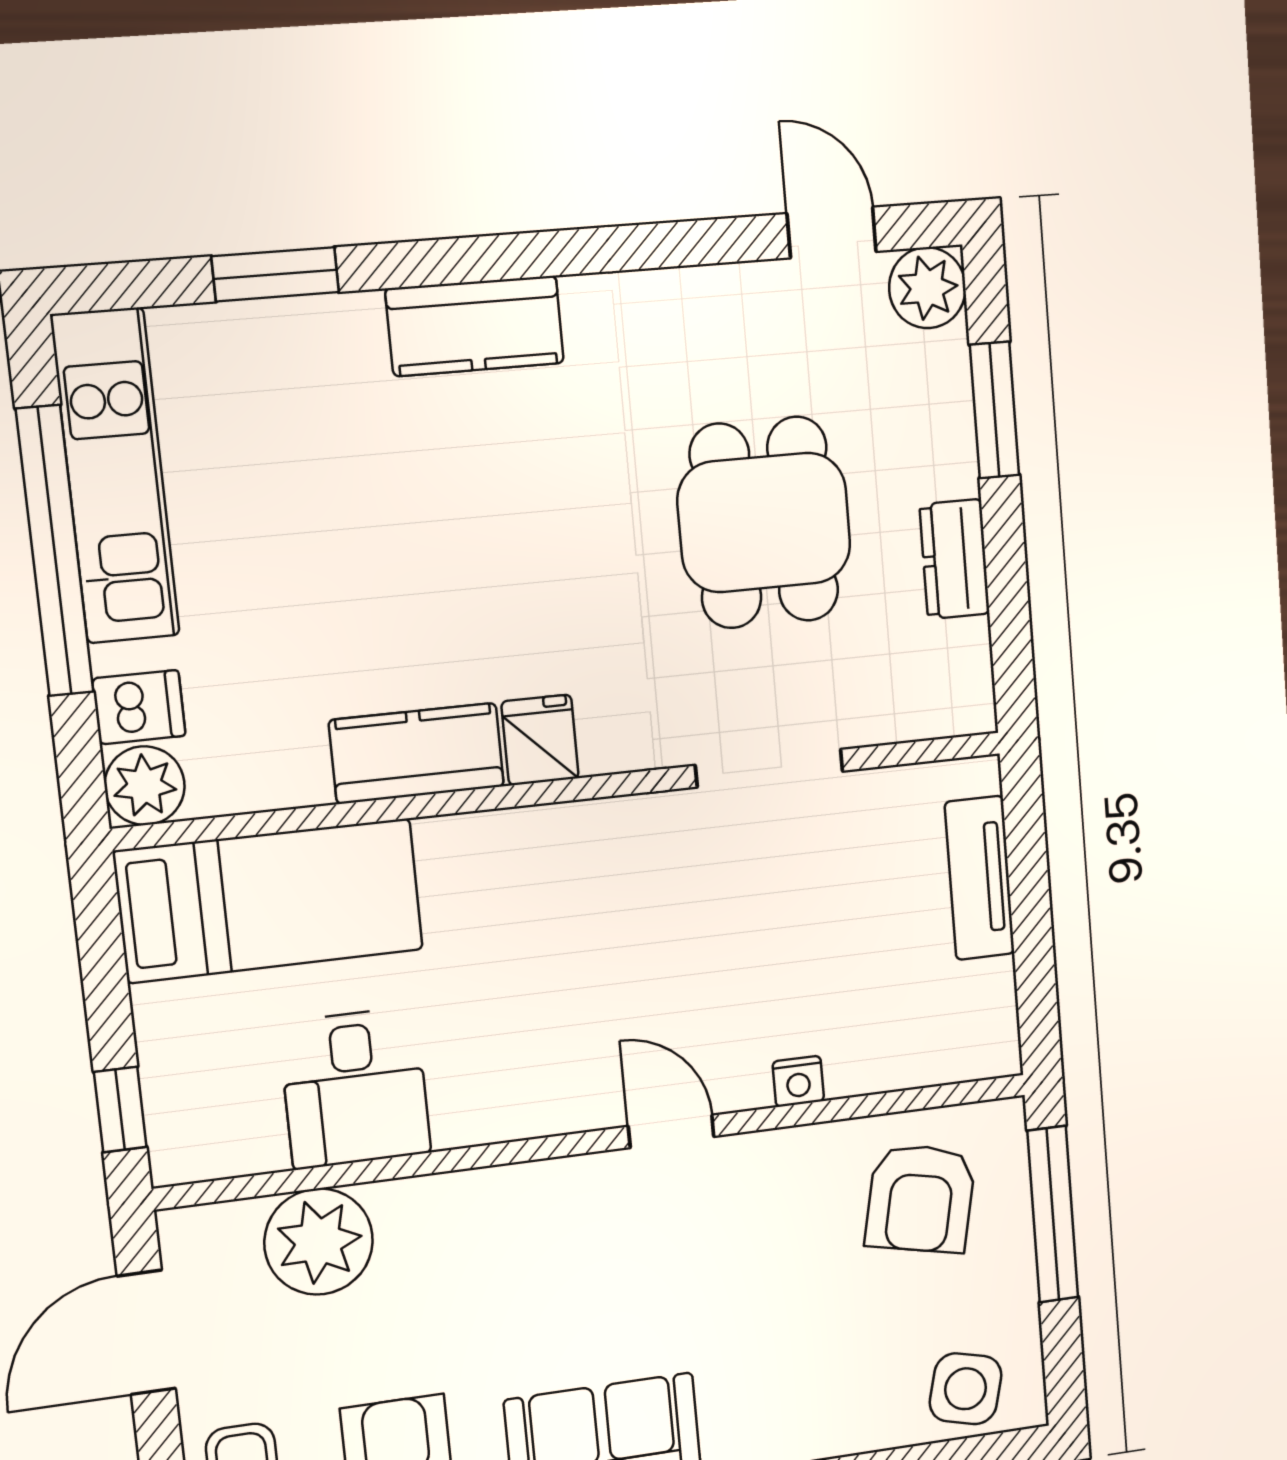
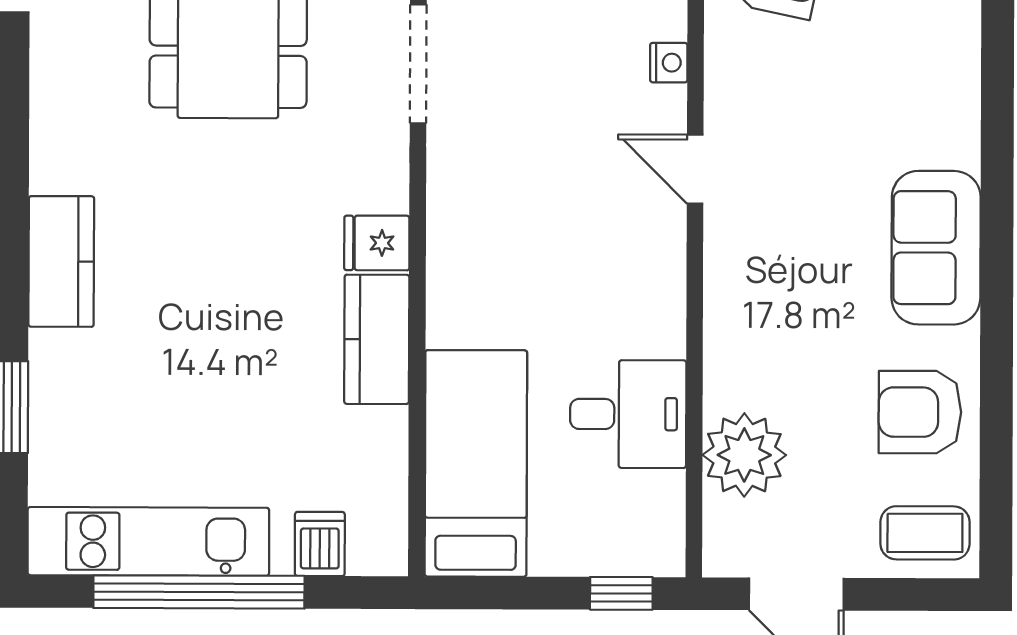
plant: (145, 786) -> (379, 547), removed
door: (671, 1131) -> (695, 169), hinge flipped

